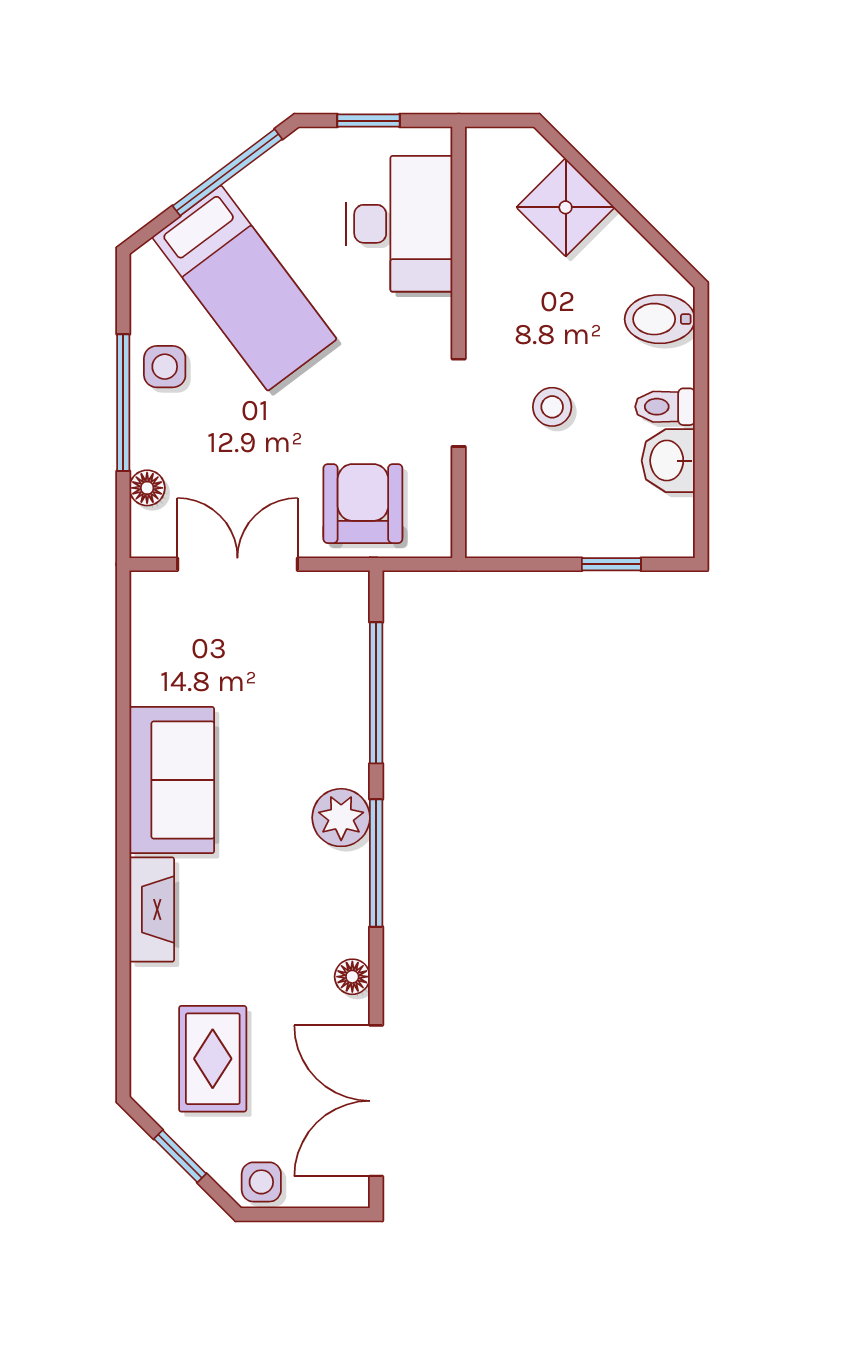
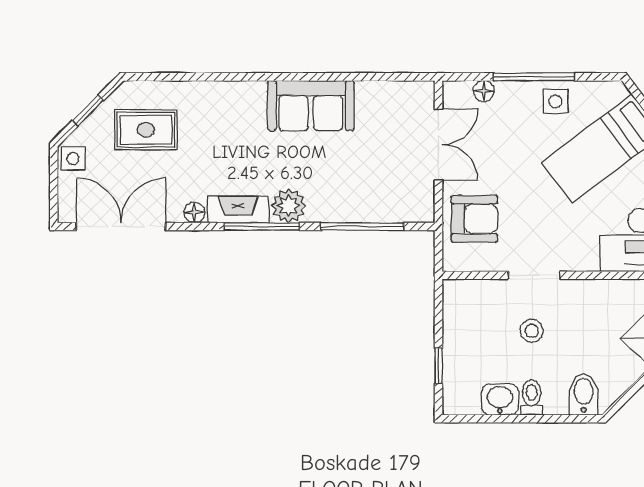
fireplace: (152, 910) -> (238, 210), moved, turned 180

